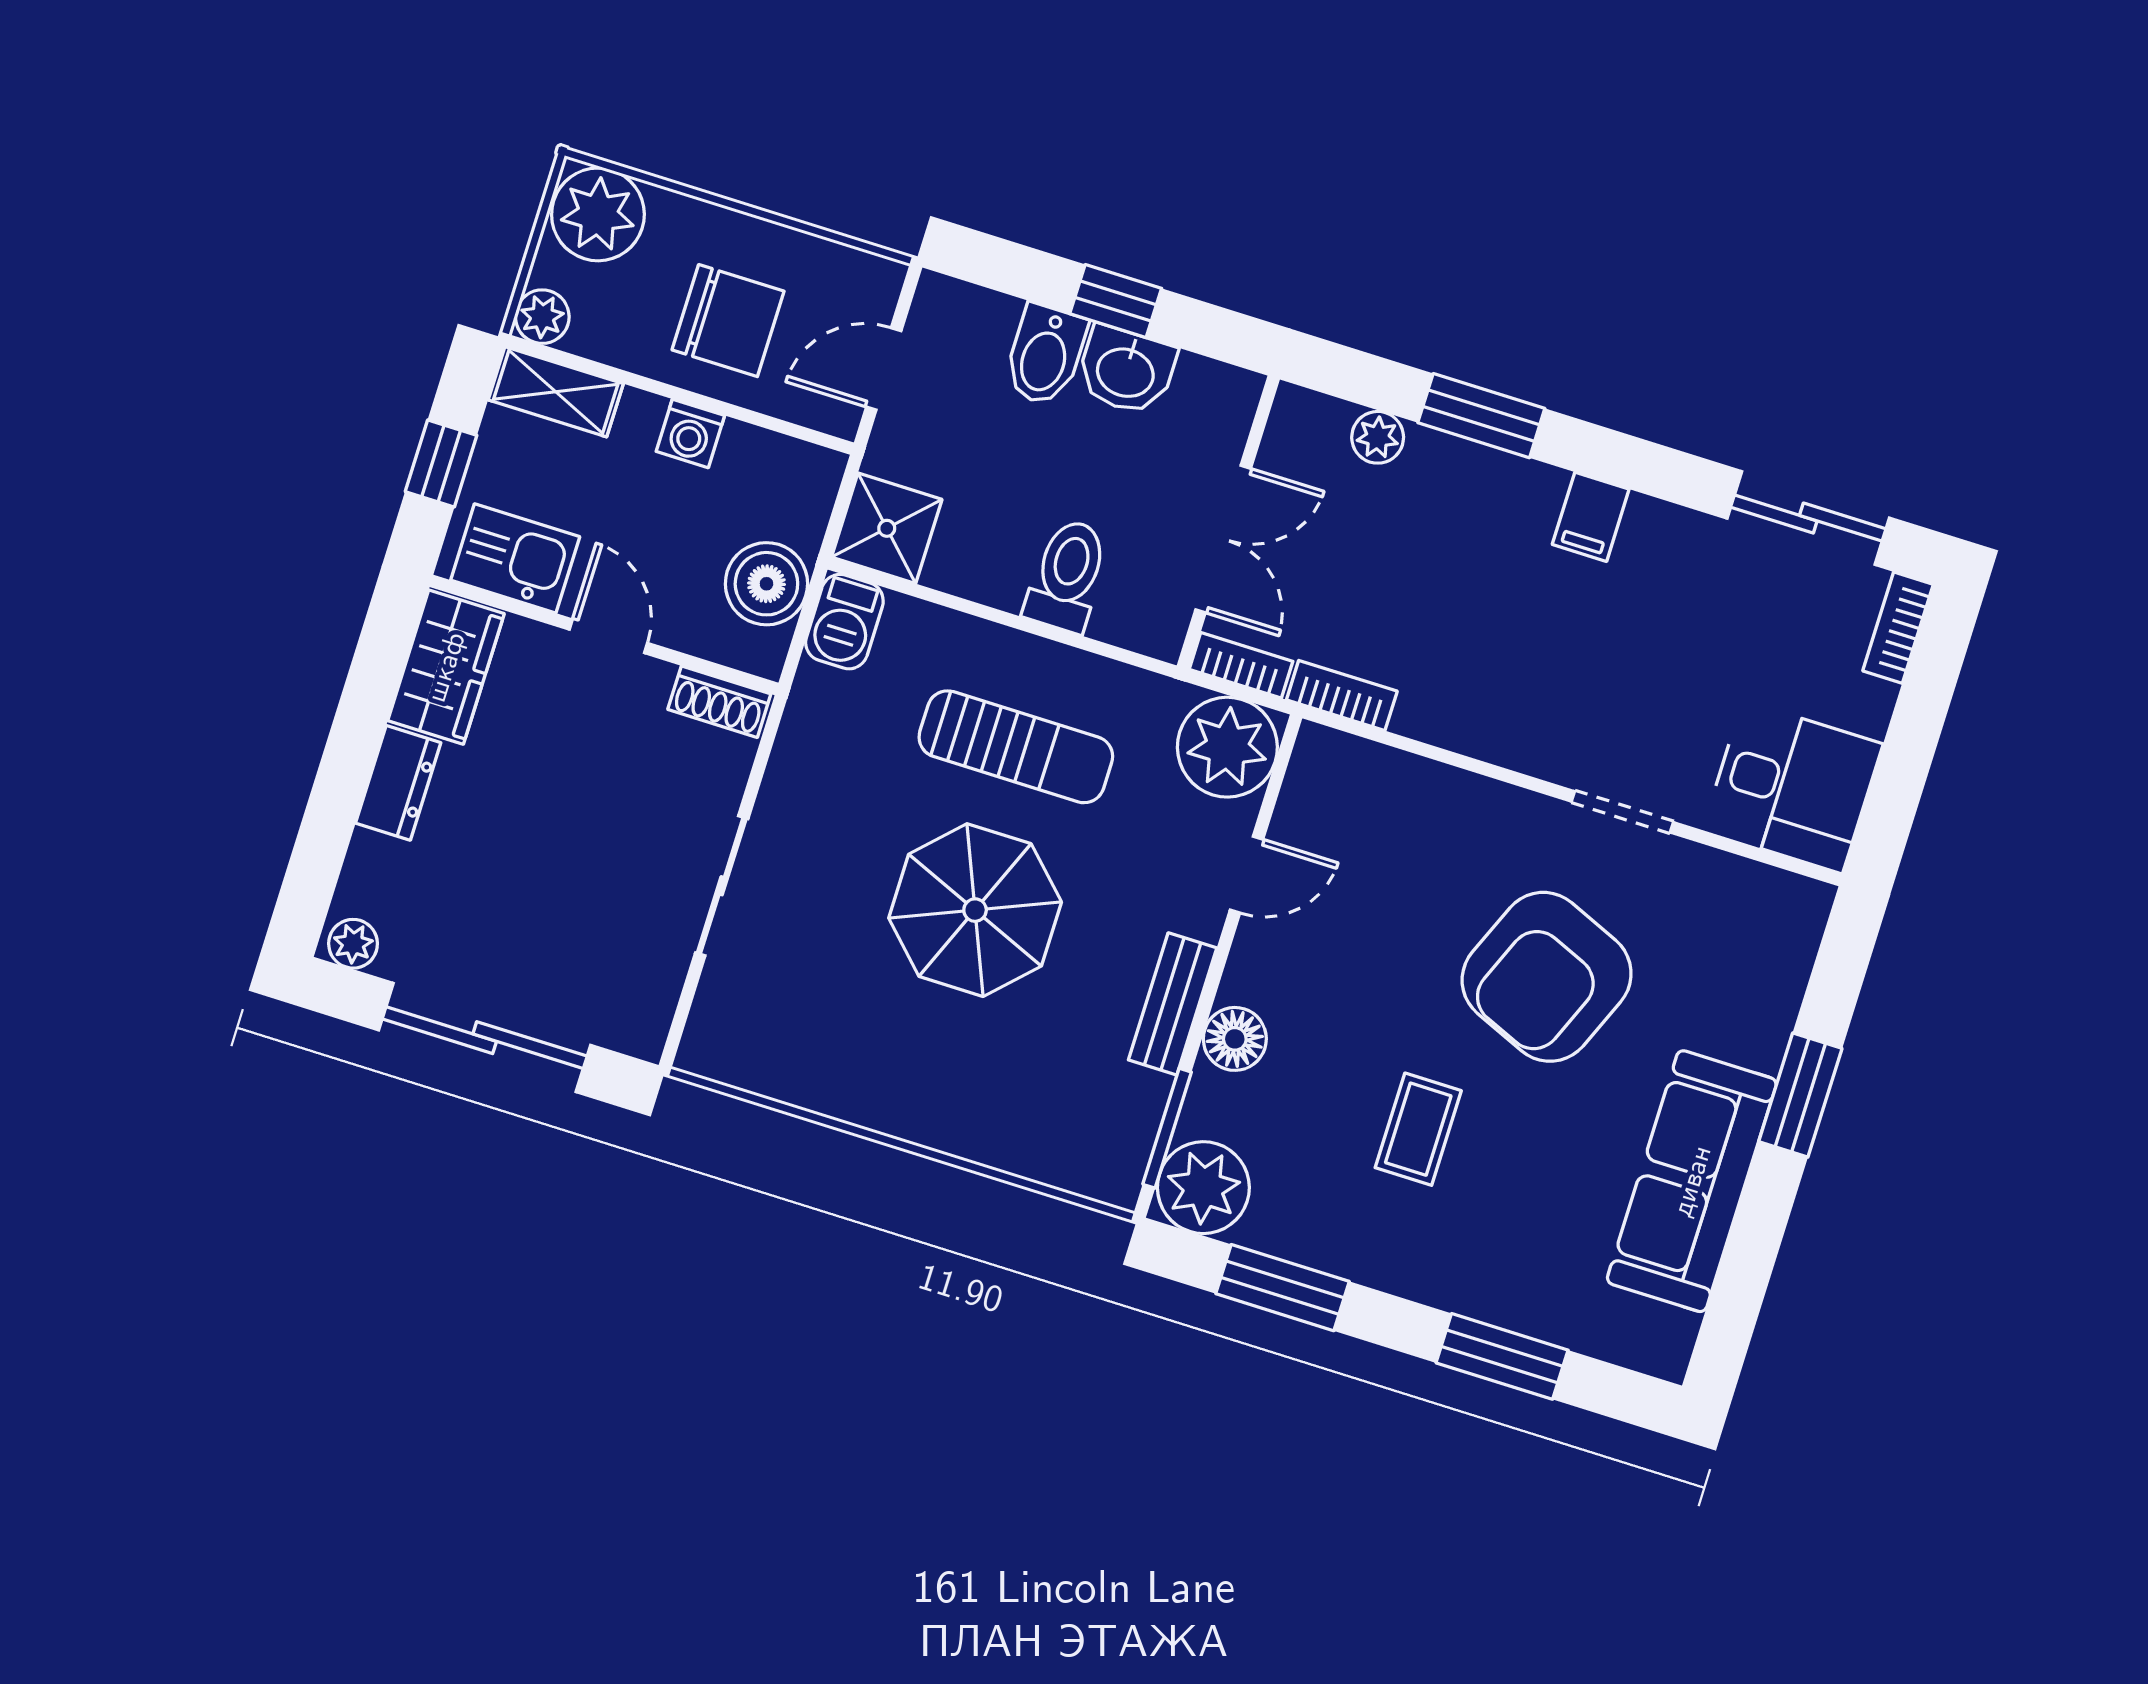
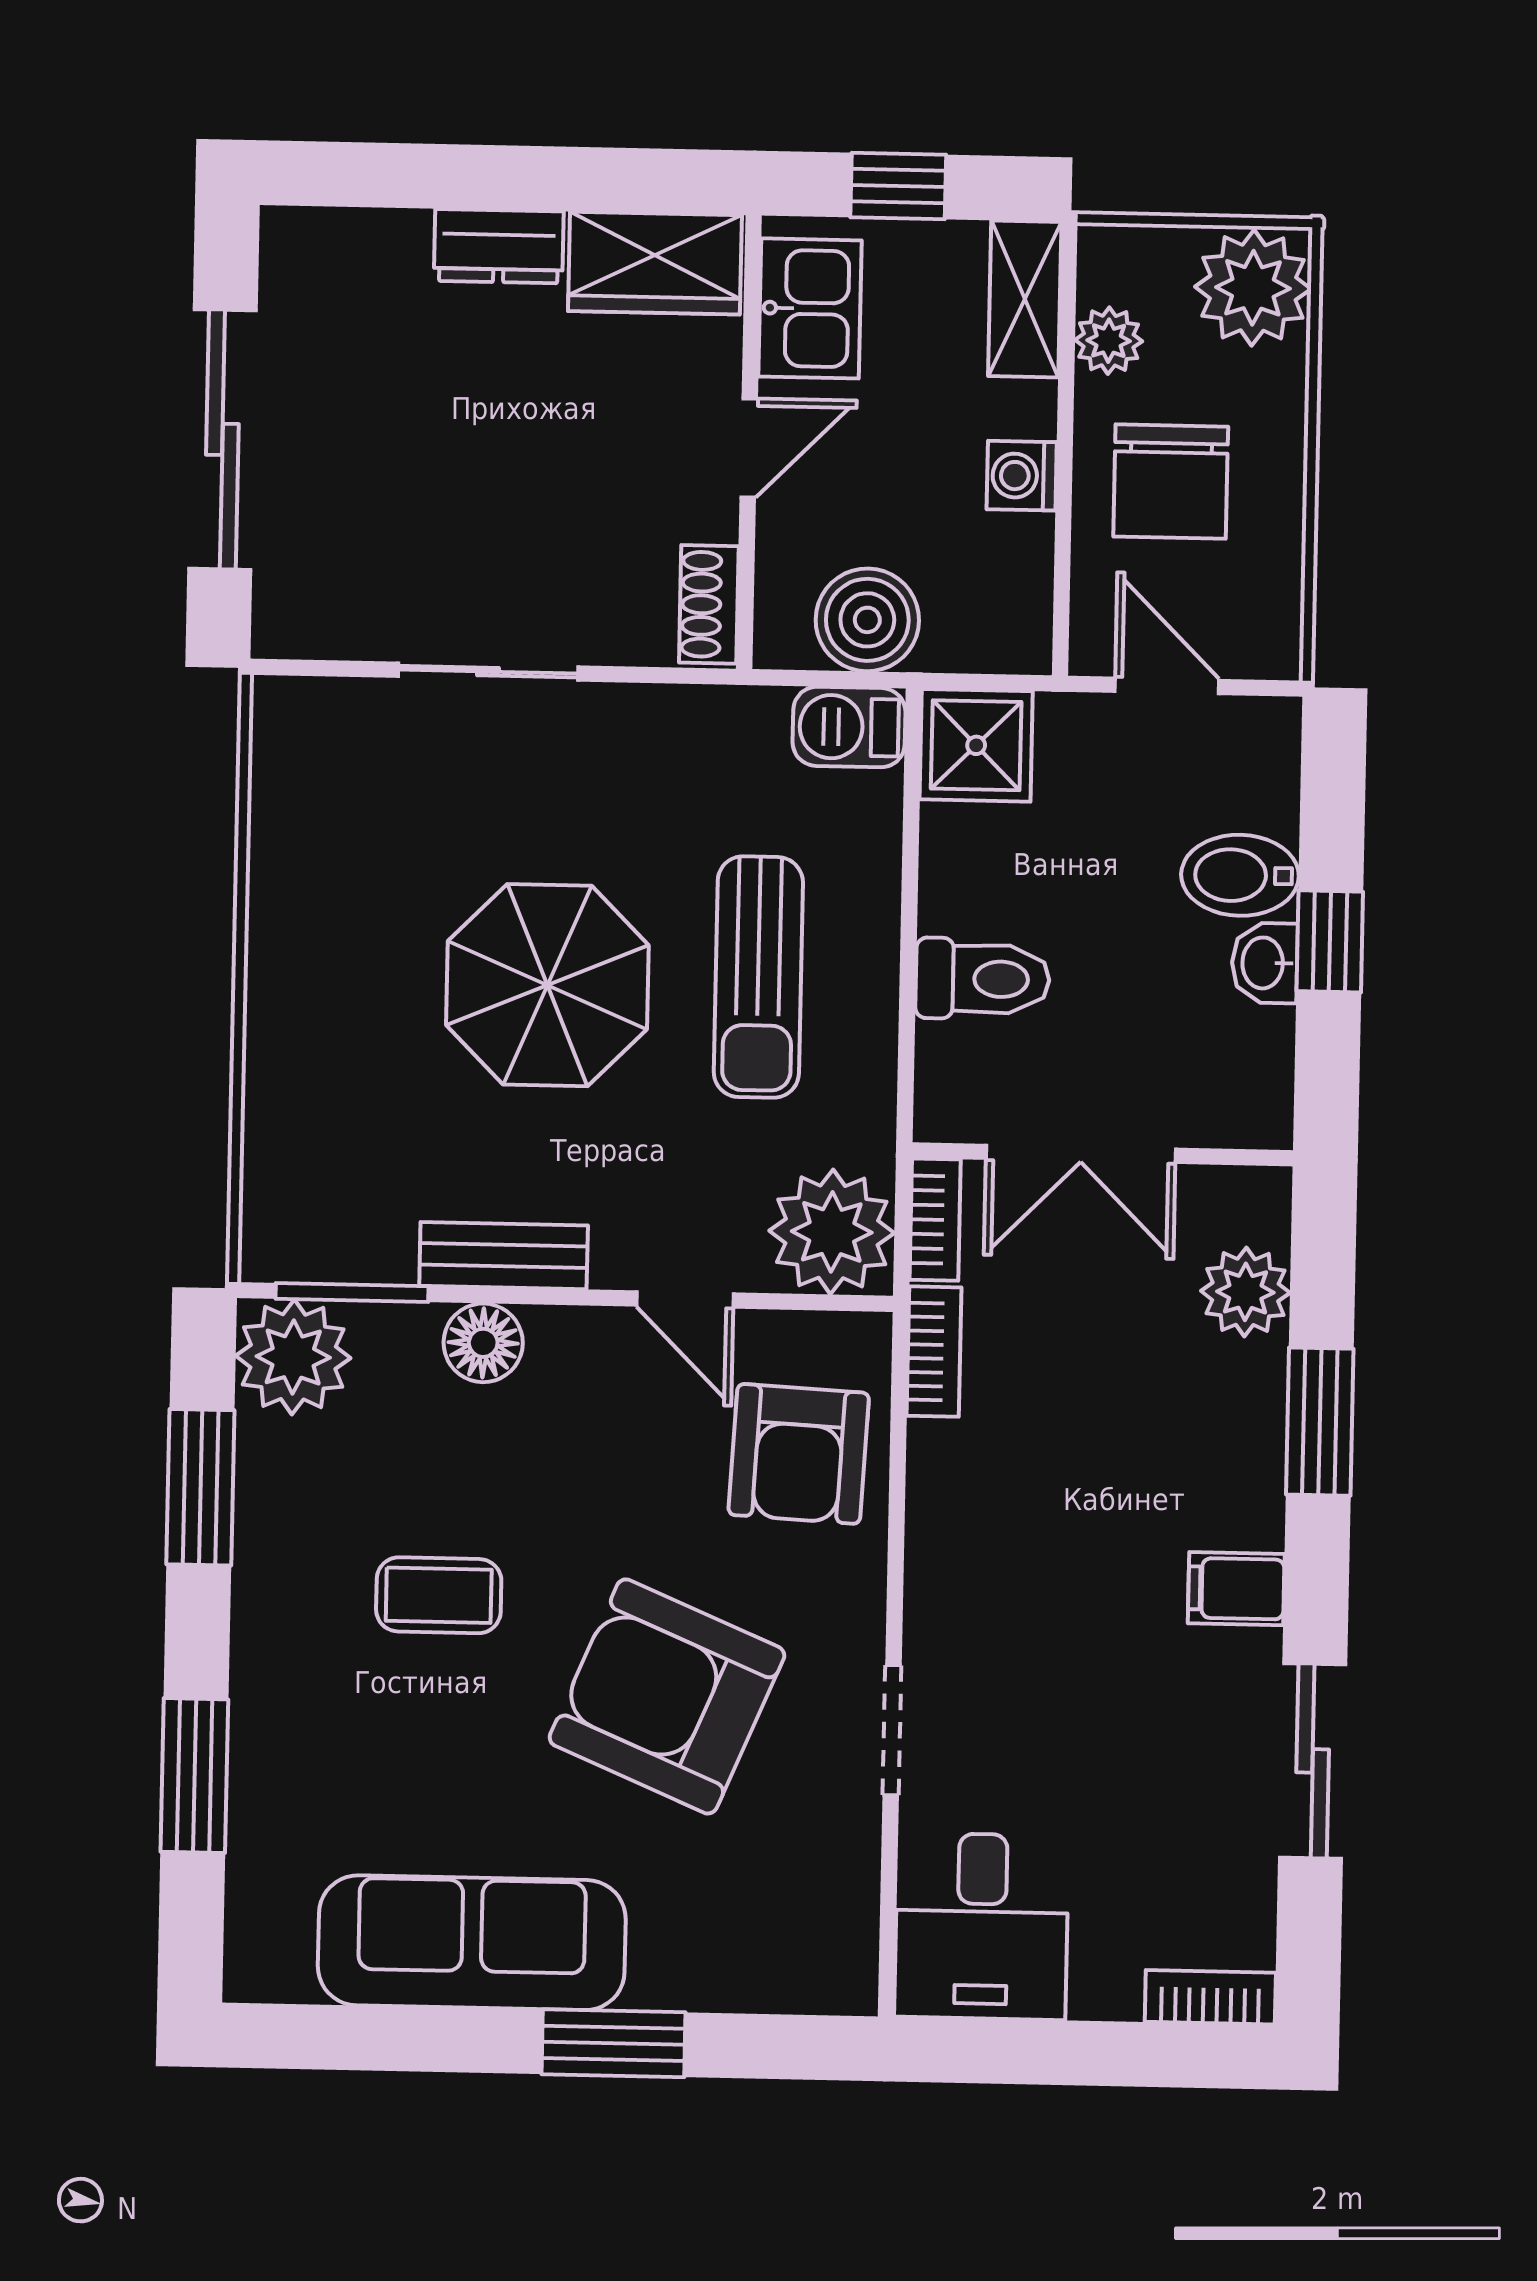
plant: (542, 317) -> (1109, 341), moved
washbasin: (1126, 371) -> (1265, 963), width x0.72, depth x0.69
plant: (1378, 437) -> (1245, 1292), width x1.38, depth x1.38
sliding door: (1808, 518) -> (1313, 1761), moved
armchair: (1390, 822) -> (799, 1454), added
plant: (353, 944) -> (289, 248), removed

